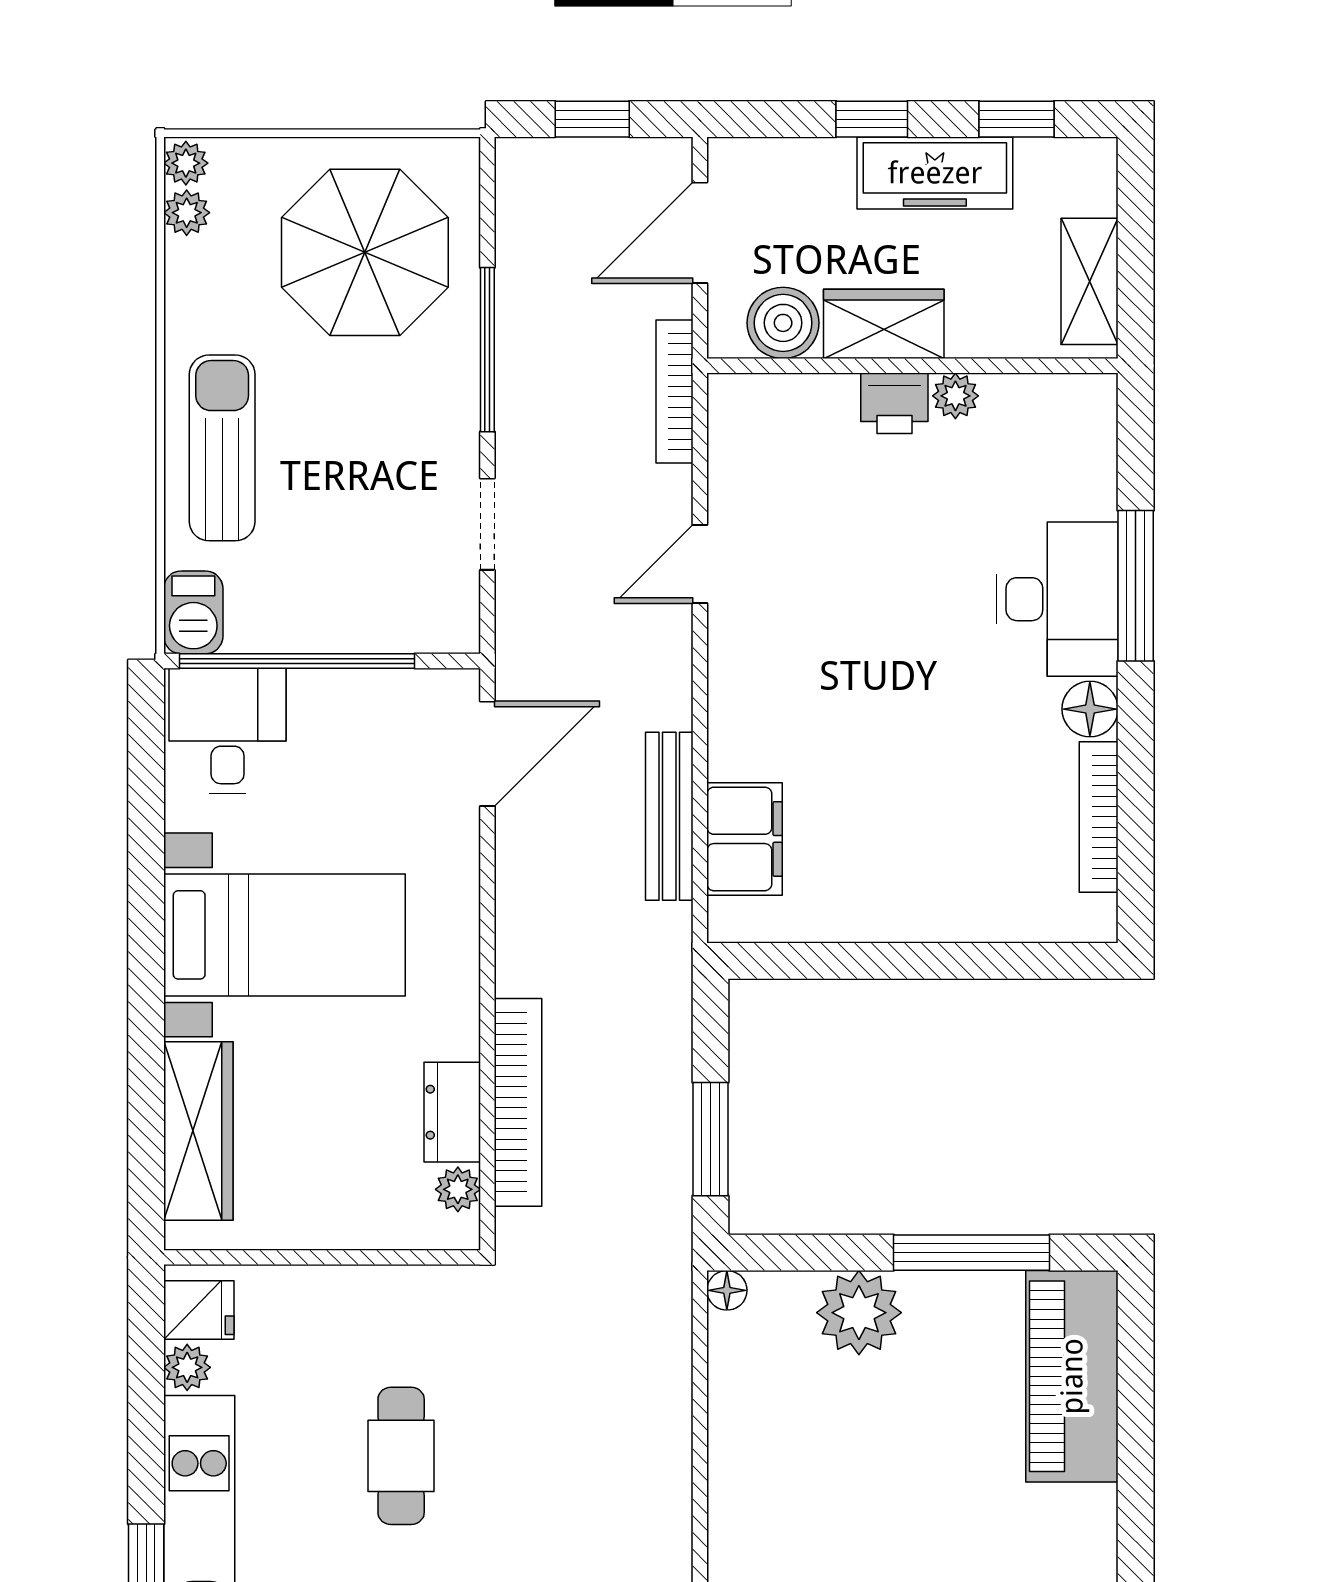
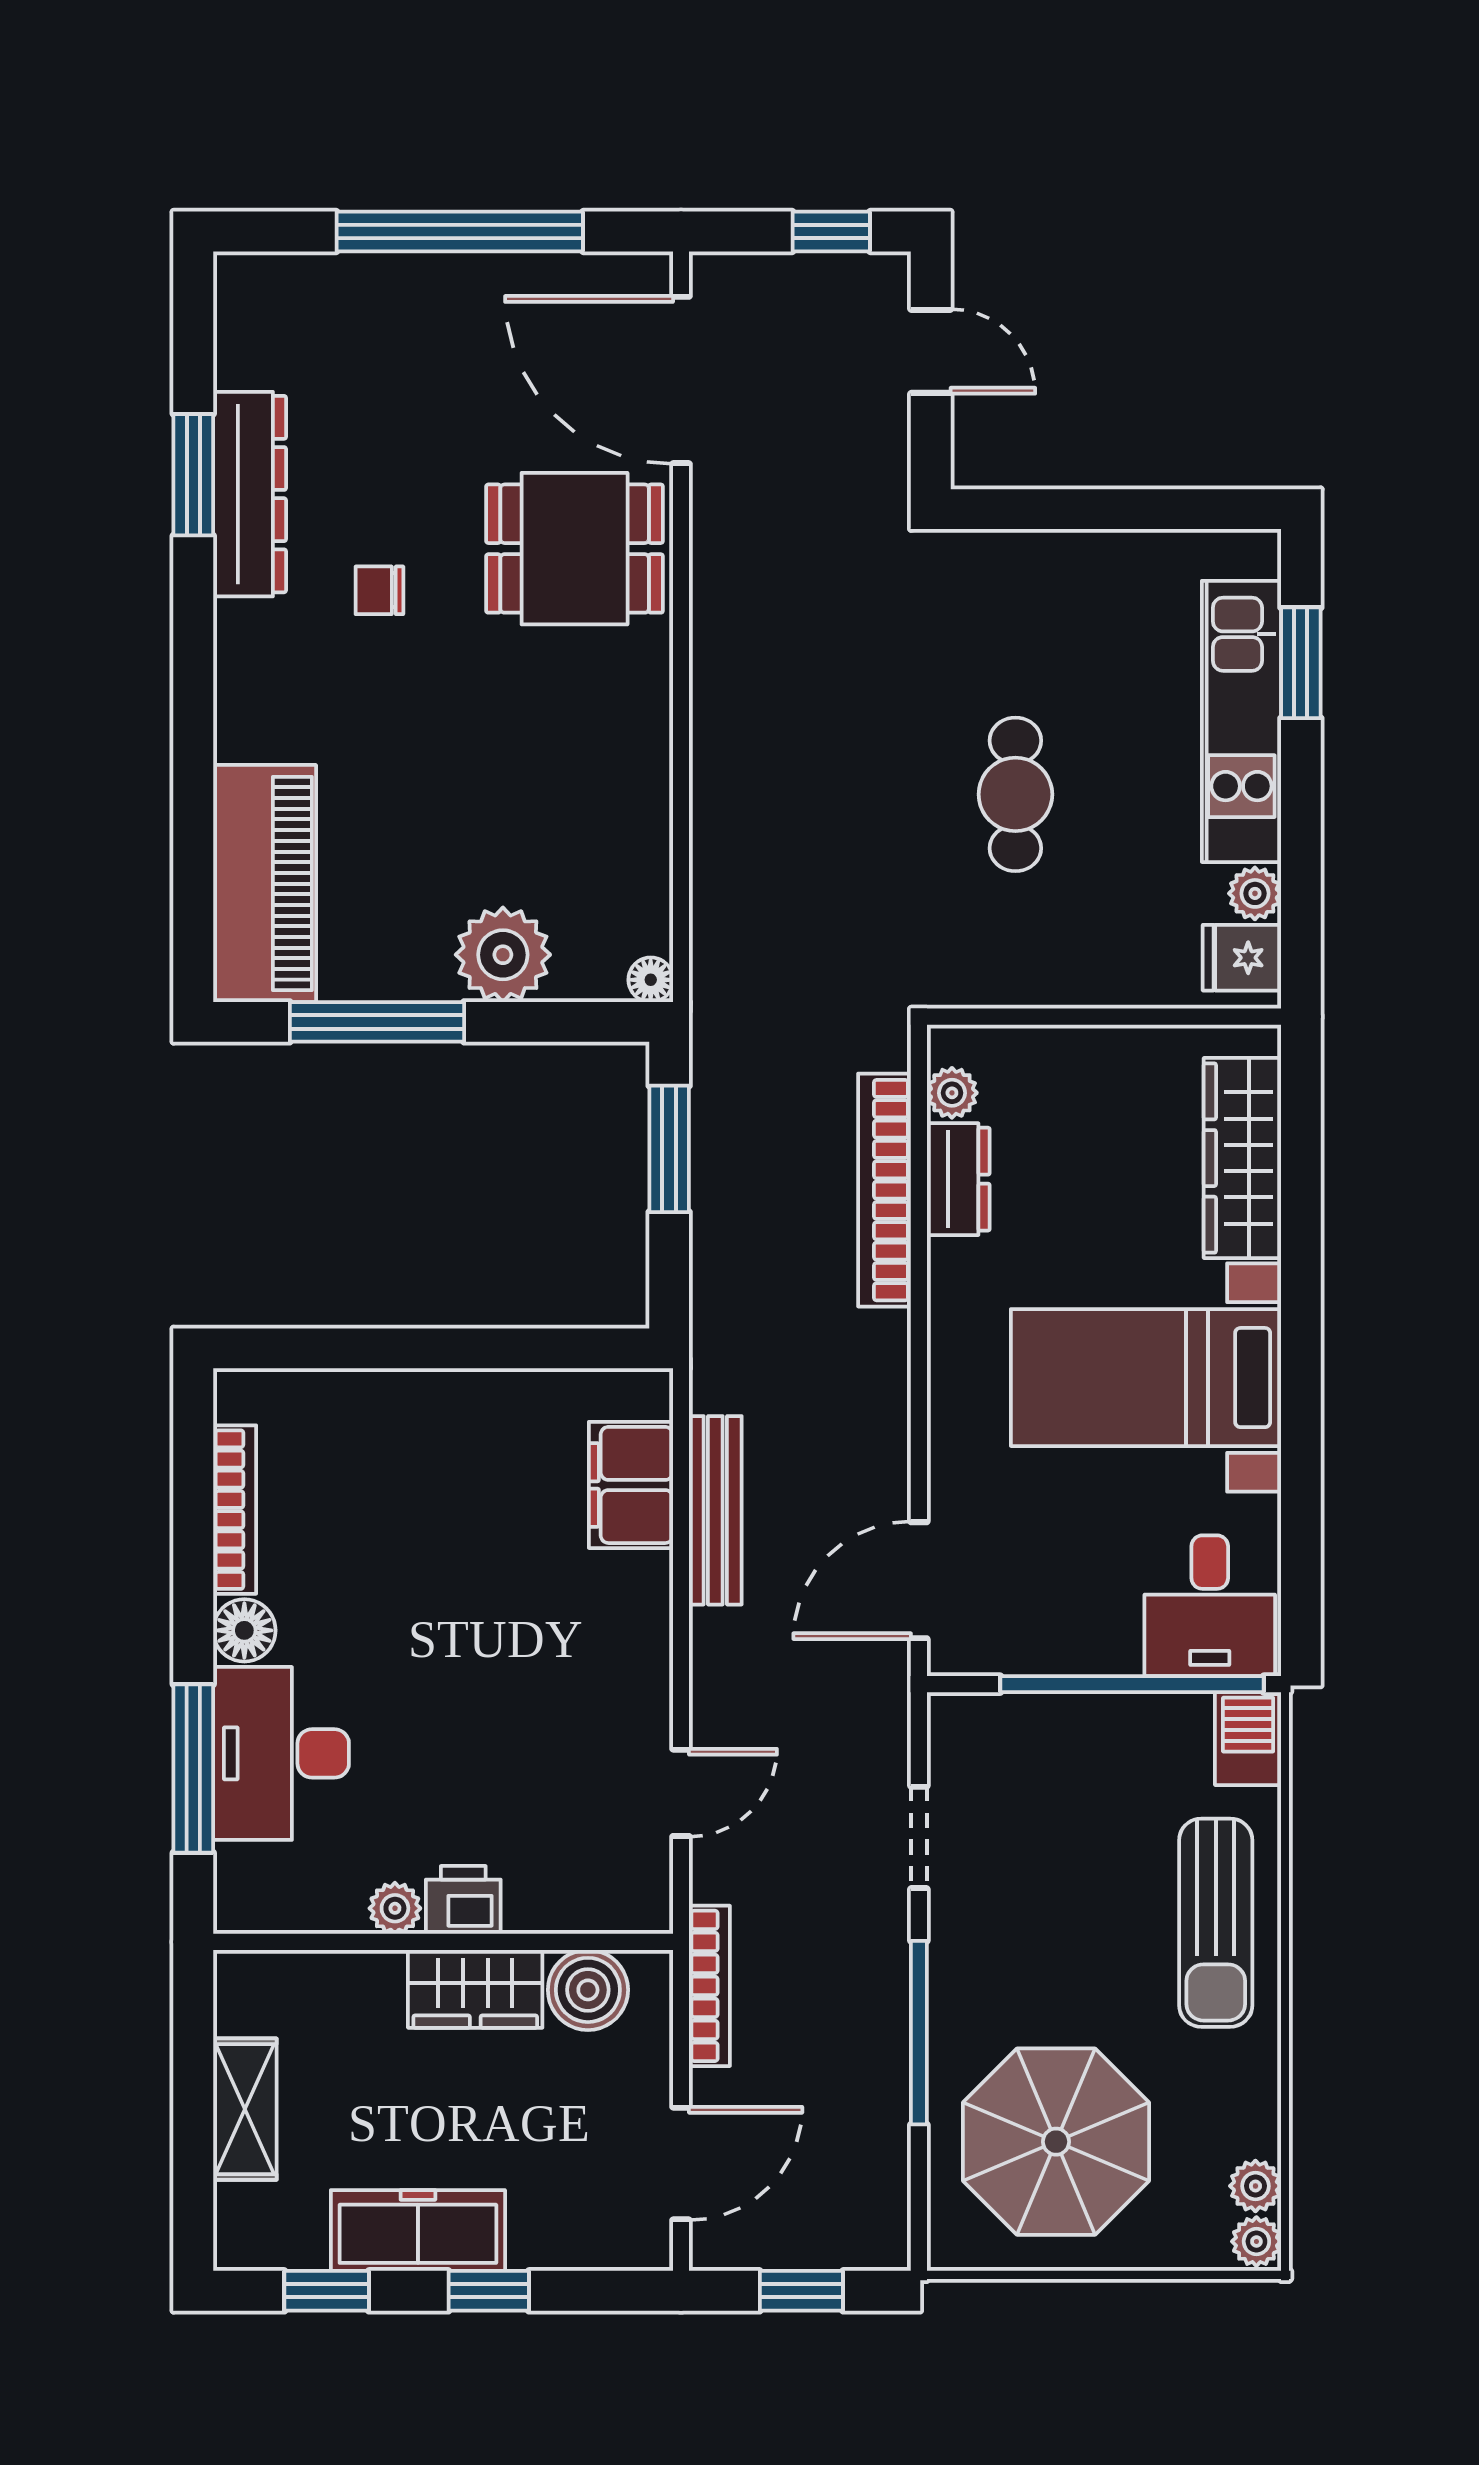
boiler: (783, 323) -> (588, 1990), moved
wardrobe: (884, 324) -> (475, 1989), moved
wall: (912, 366) -> (443, 1942), moved
plant: (955, 396) -> (395, 1908), moved
printer: (894, 403) -> (463, 1900), moved

